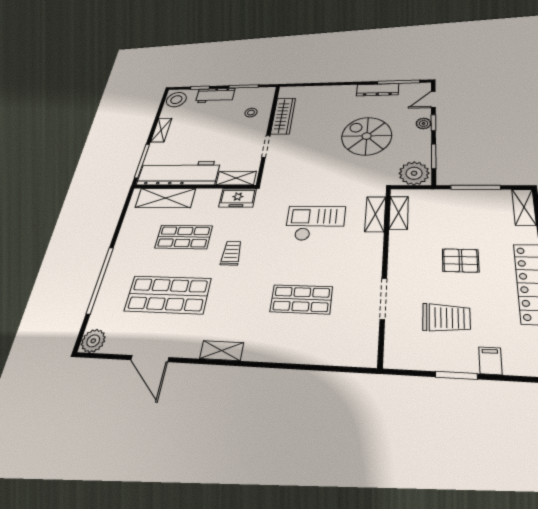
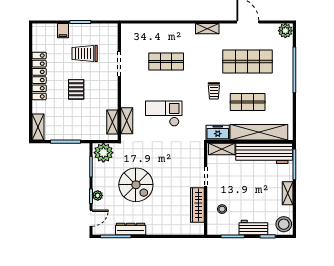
shelving: (165, 198) -> (259, 132), width x1.47
checkout: (315, 223) -> (164, 114), turned 180
pallet: (460, 260) -> (76, 89), turned 90

